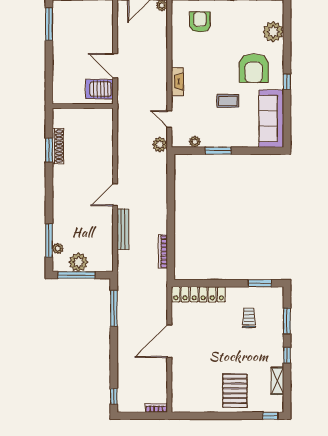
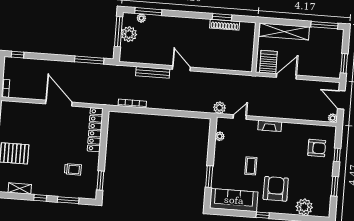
armchair: (254, 68) -> (276, 189), turned 90
shelving: (61, 72) -> (284, 31), added
window: (218, 151) -> (209, 177), moved

